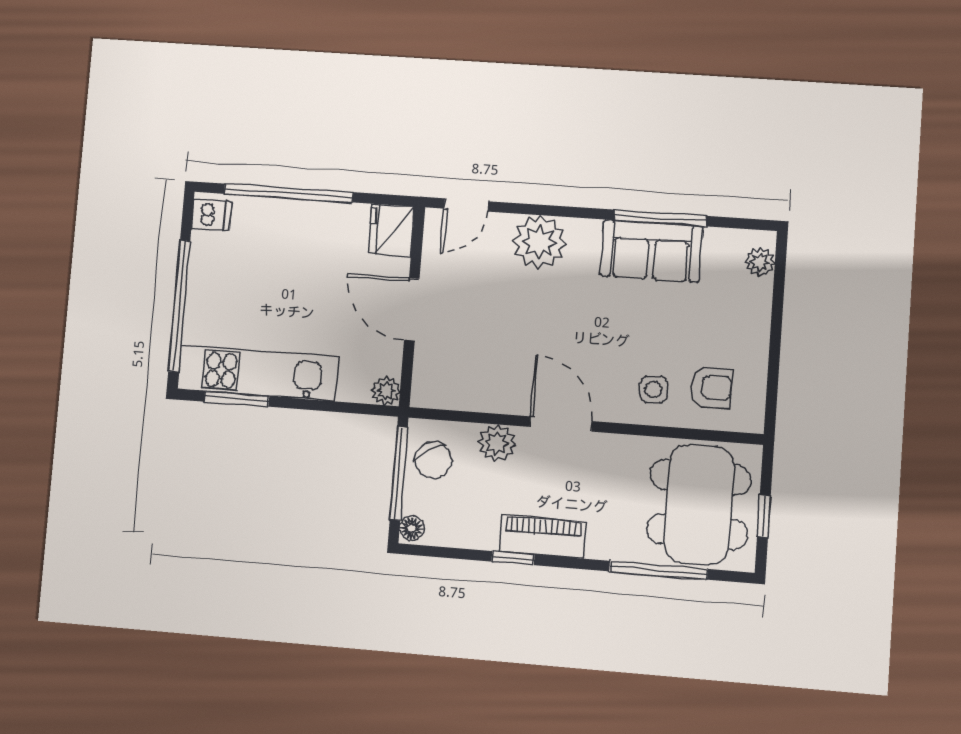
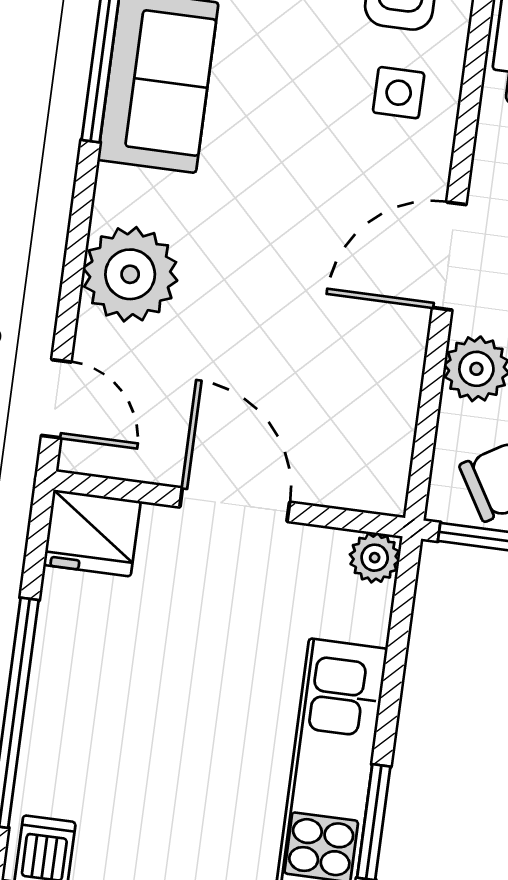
door: (412, 310) -> (235, 505), swing flipped

